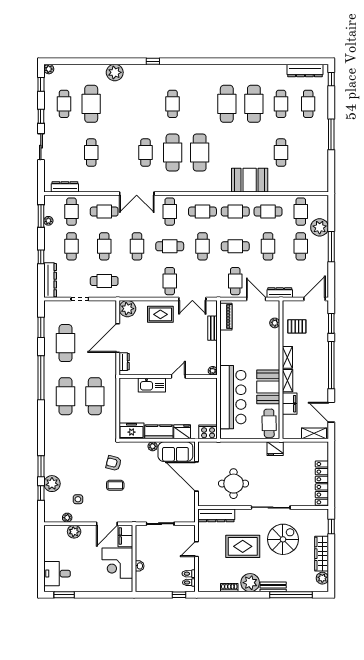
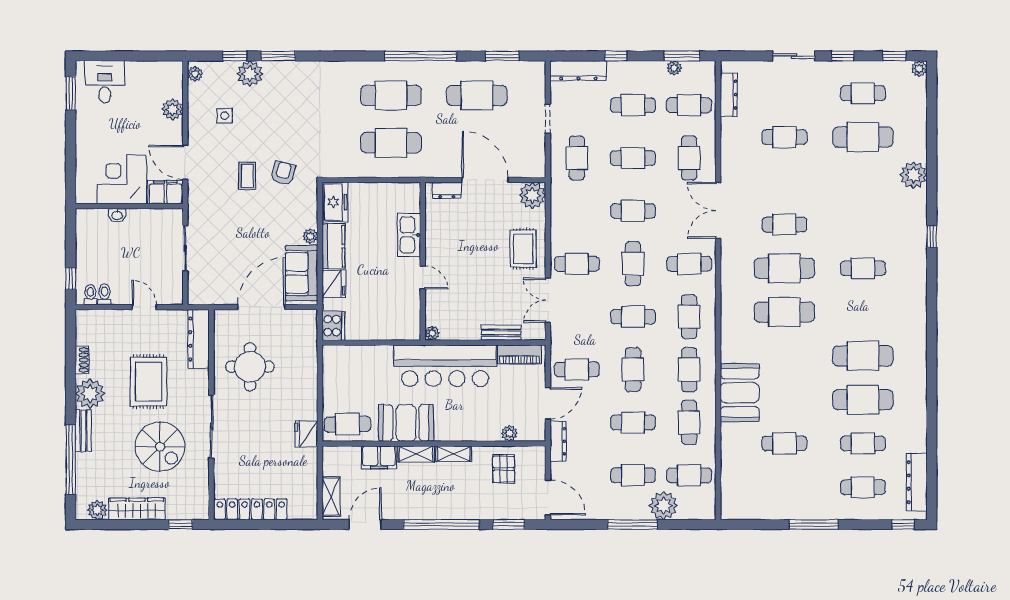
bar counter: (233, 397) -> (445, 366), moved
plant: (67, 518) -> (195, 74), moved

